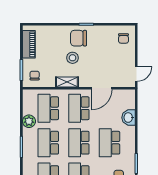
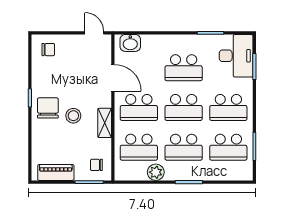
chair: (78, 38) -> (48, 108), turned 180
washbasin: (129, 118) -> (130, 43), moved

